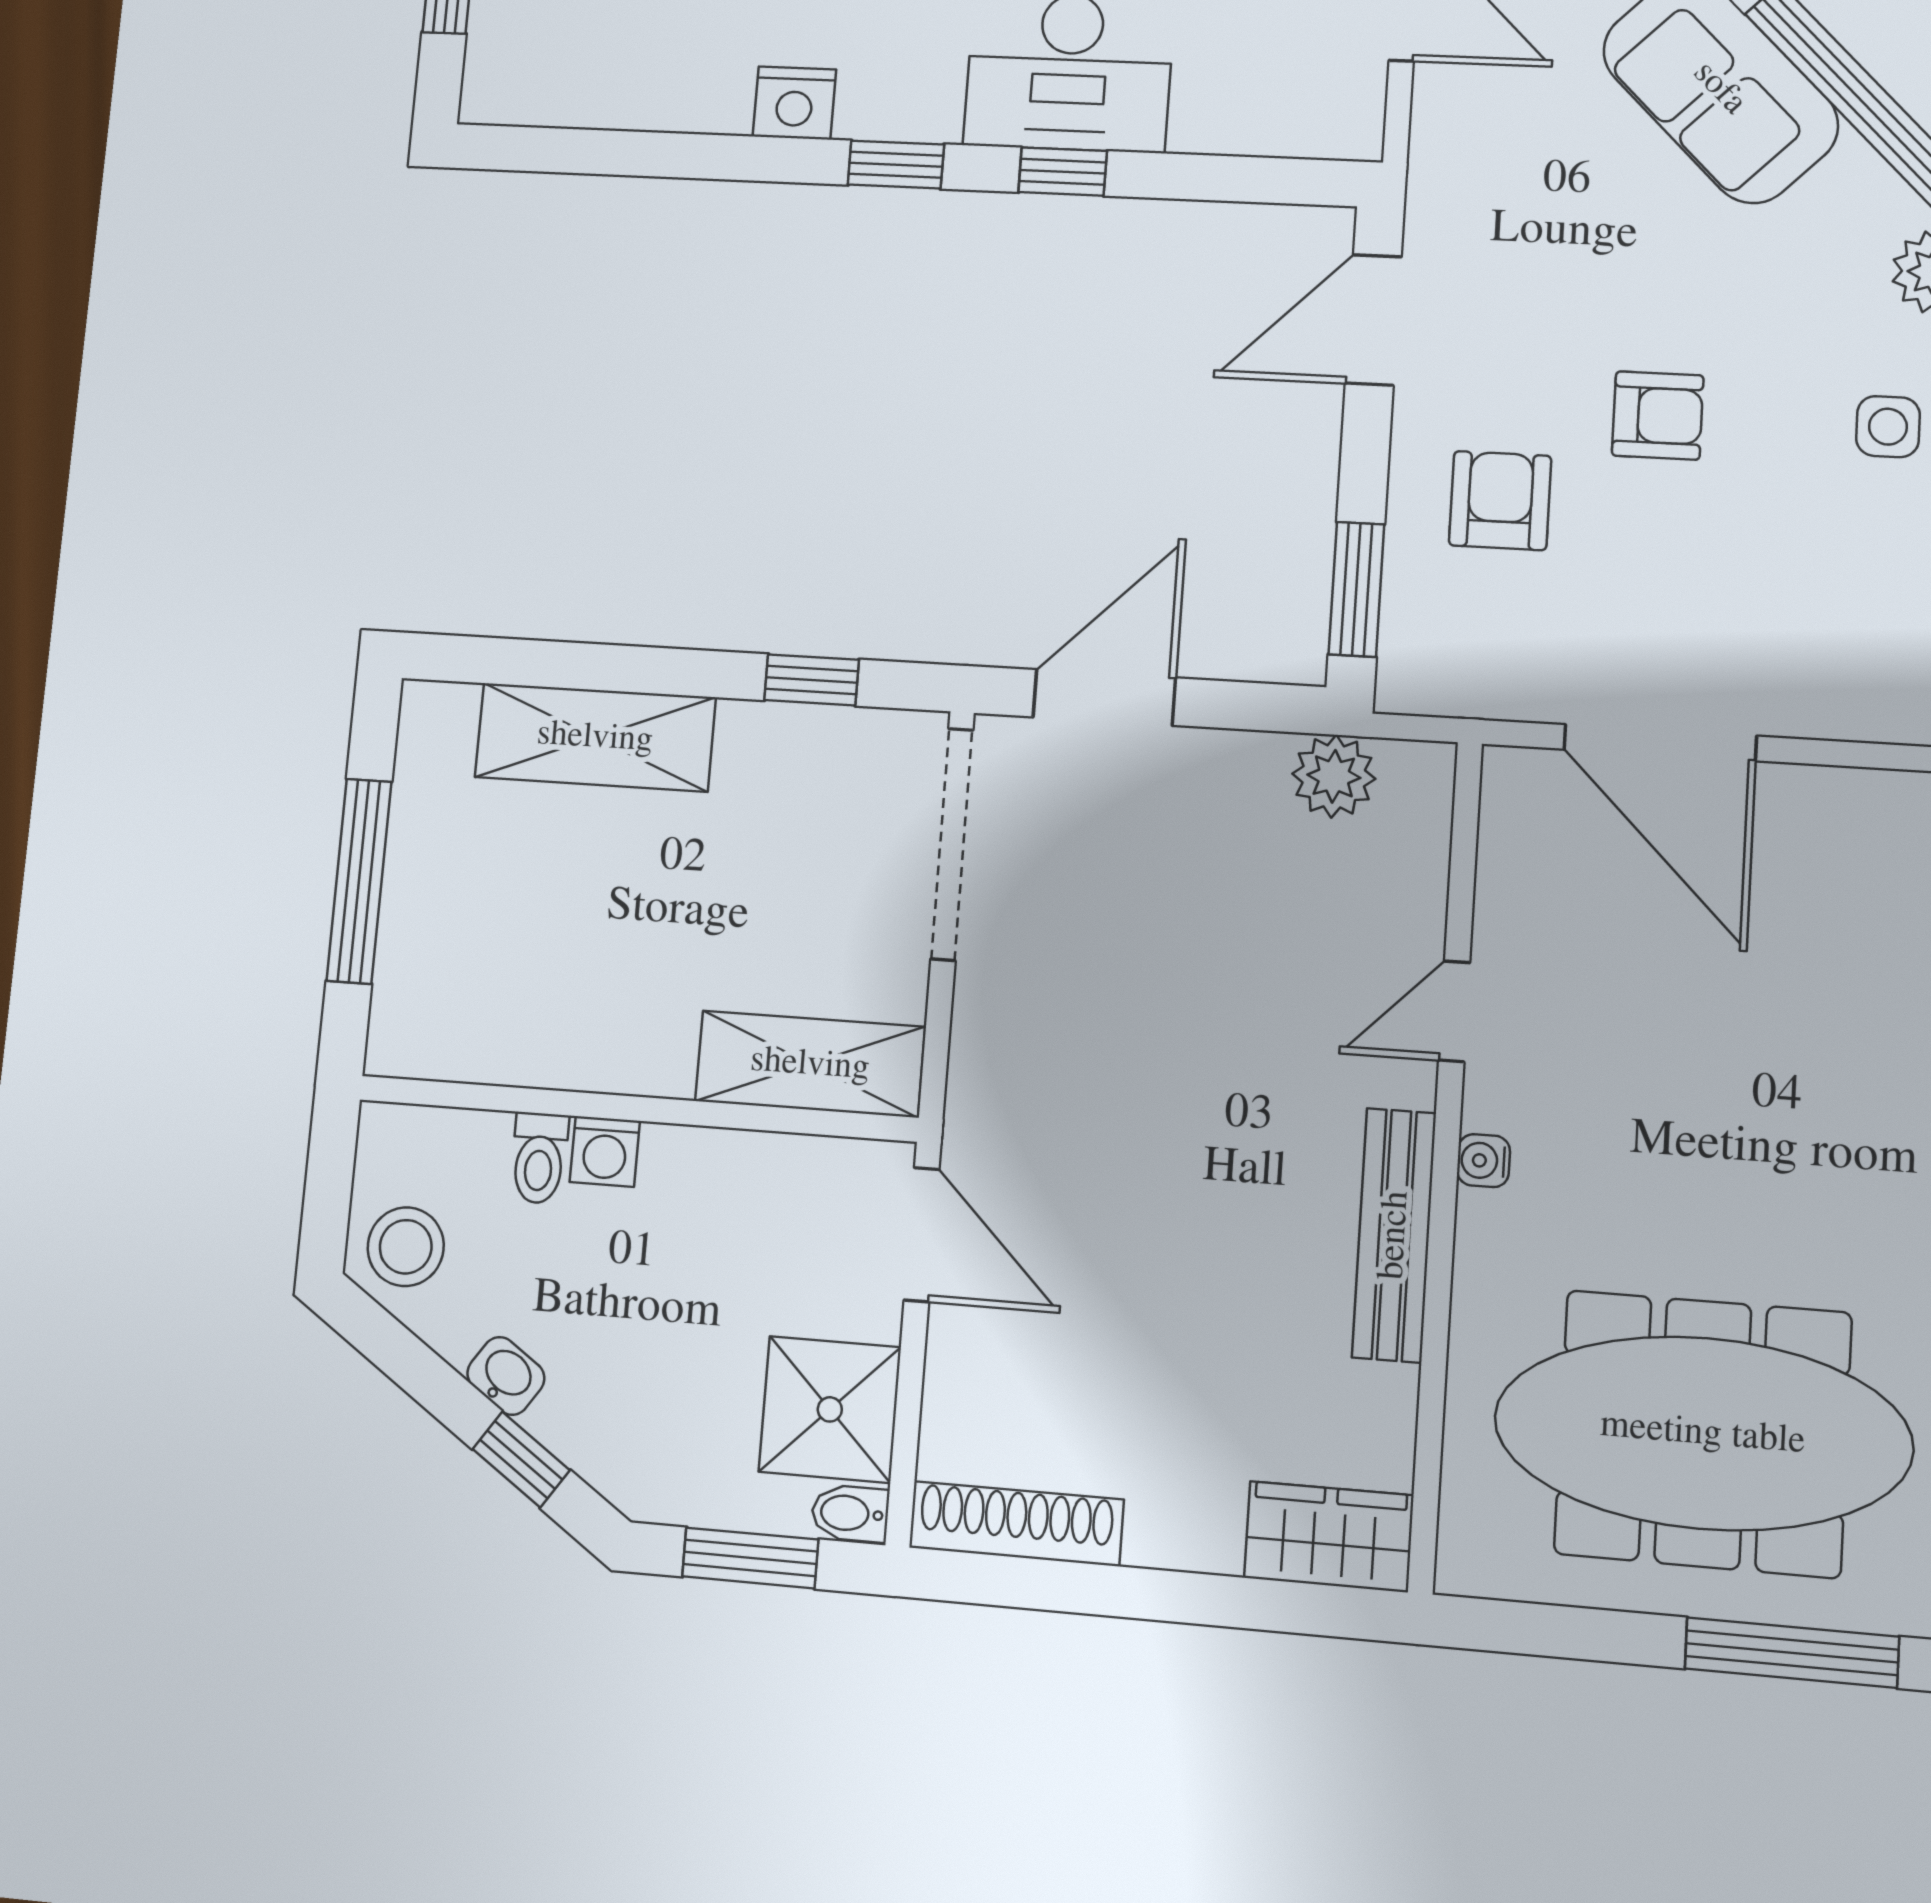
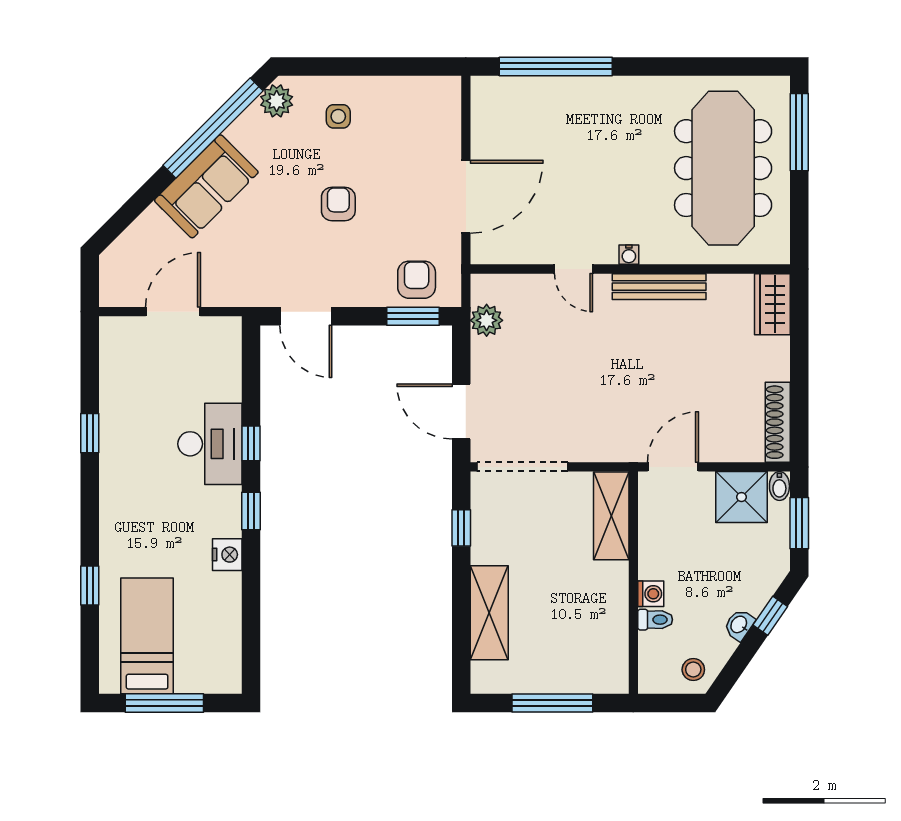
armchair: (1500, 501) -> (417, 280), moved, turned 90
stool: (406, 1247) -> (693, 670), width x0.73, depth x0.73

